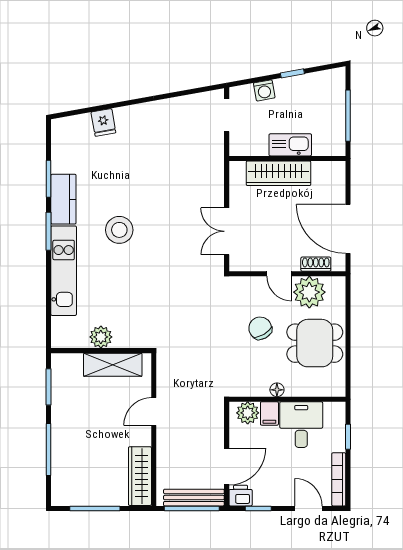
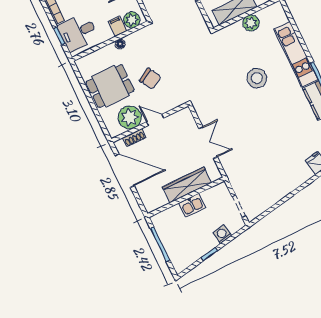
kitchen sink: (290, 145) -> (192, 205), width x0.73
stool: (119, 230) -> (257, 78), moved
double door: (227, 231) -> (208, 143), moved
desk: (301, 425) -> (78, 32), moved, turned 90

